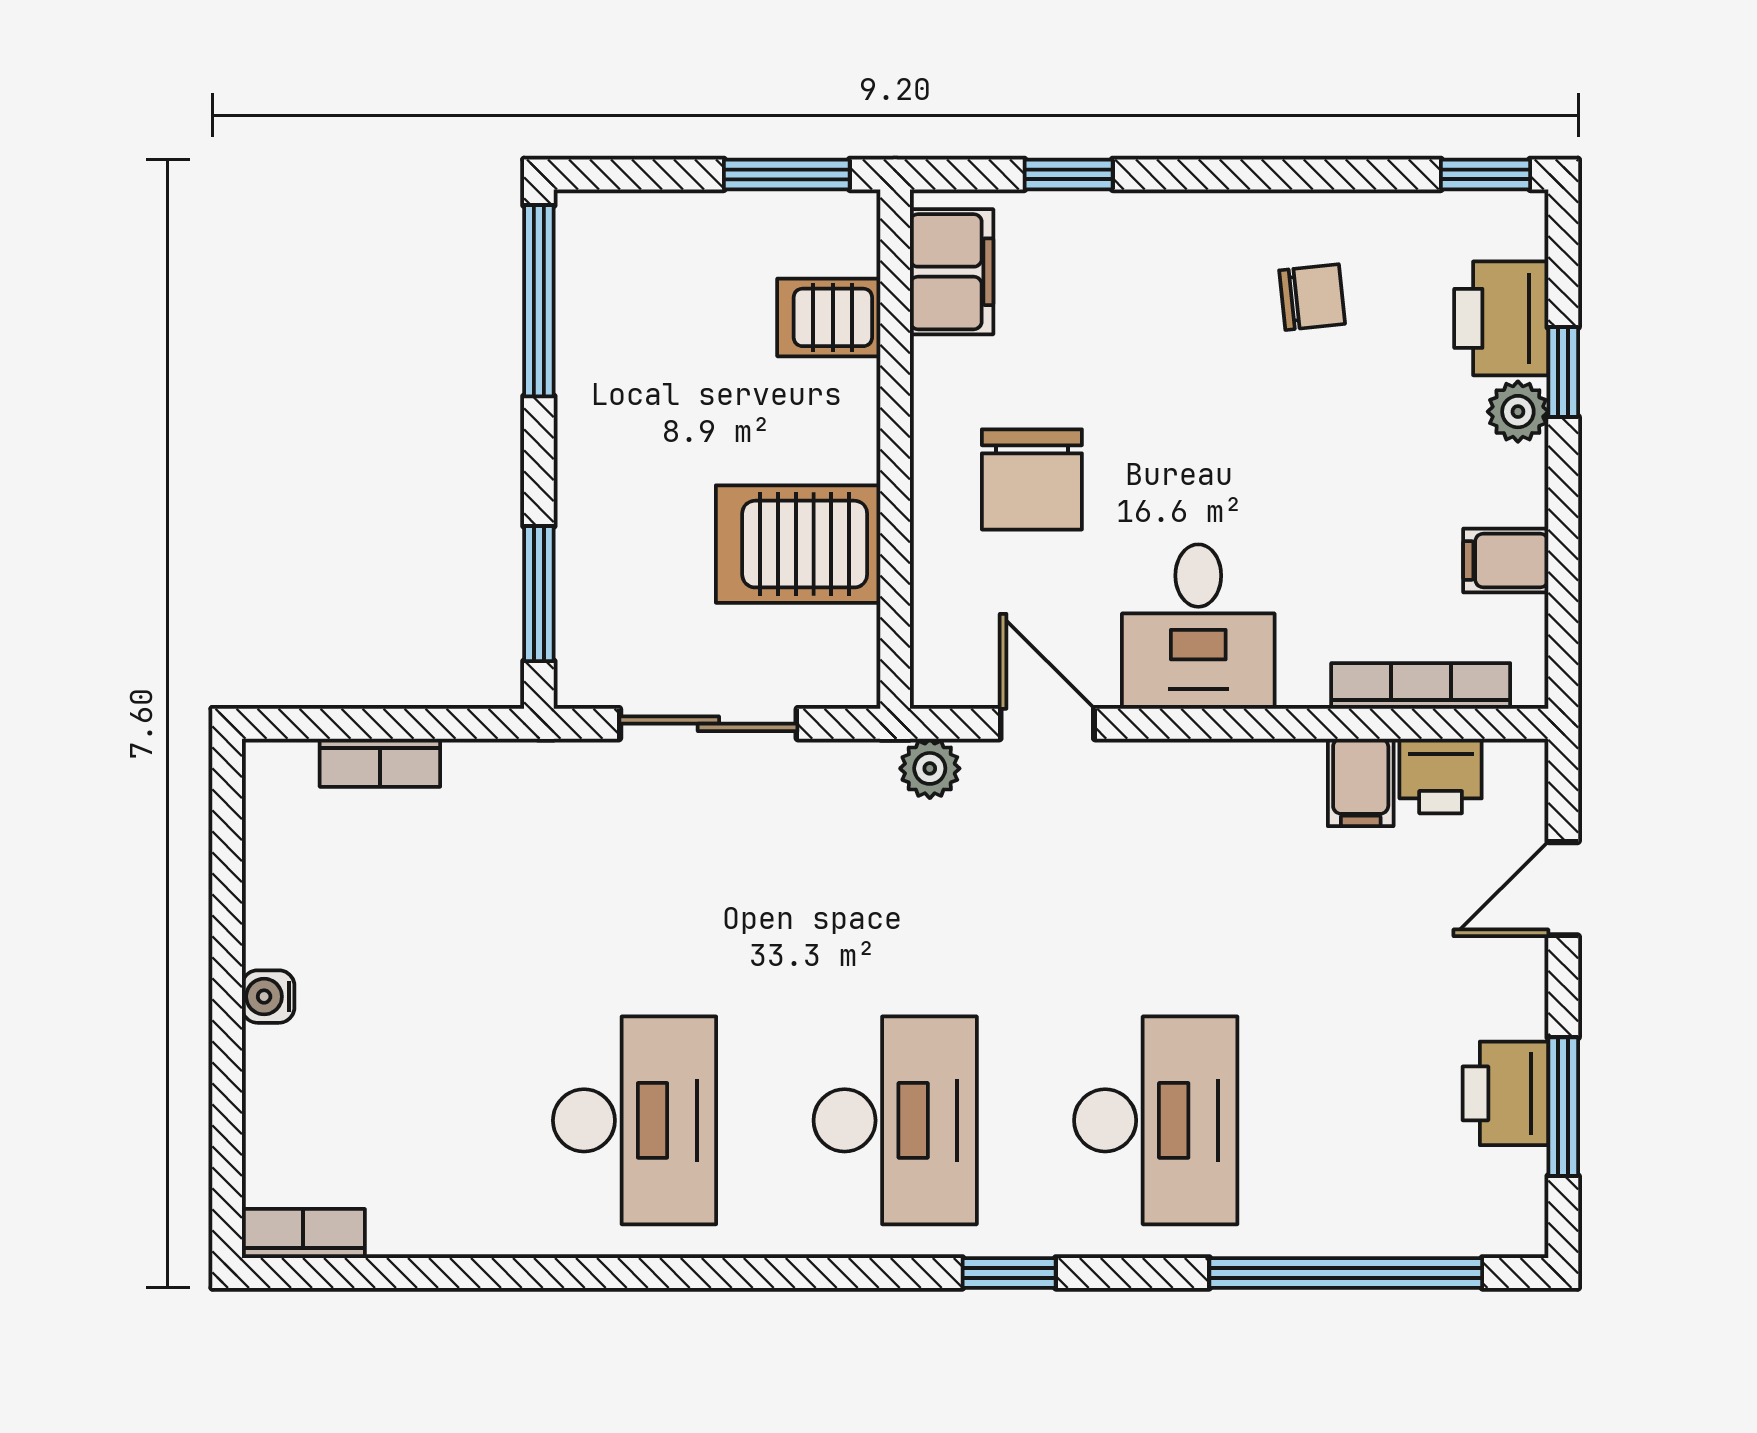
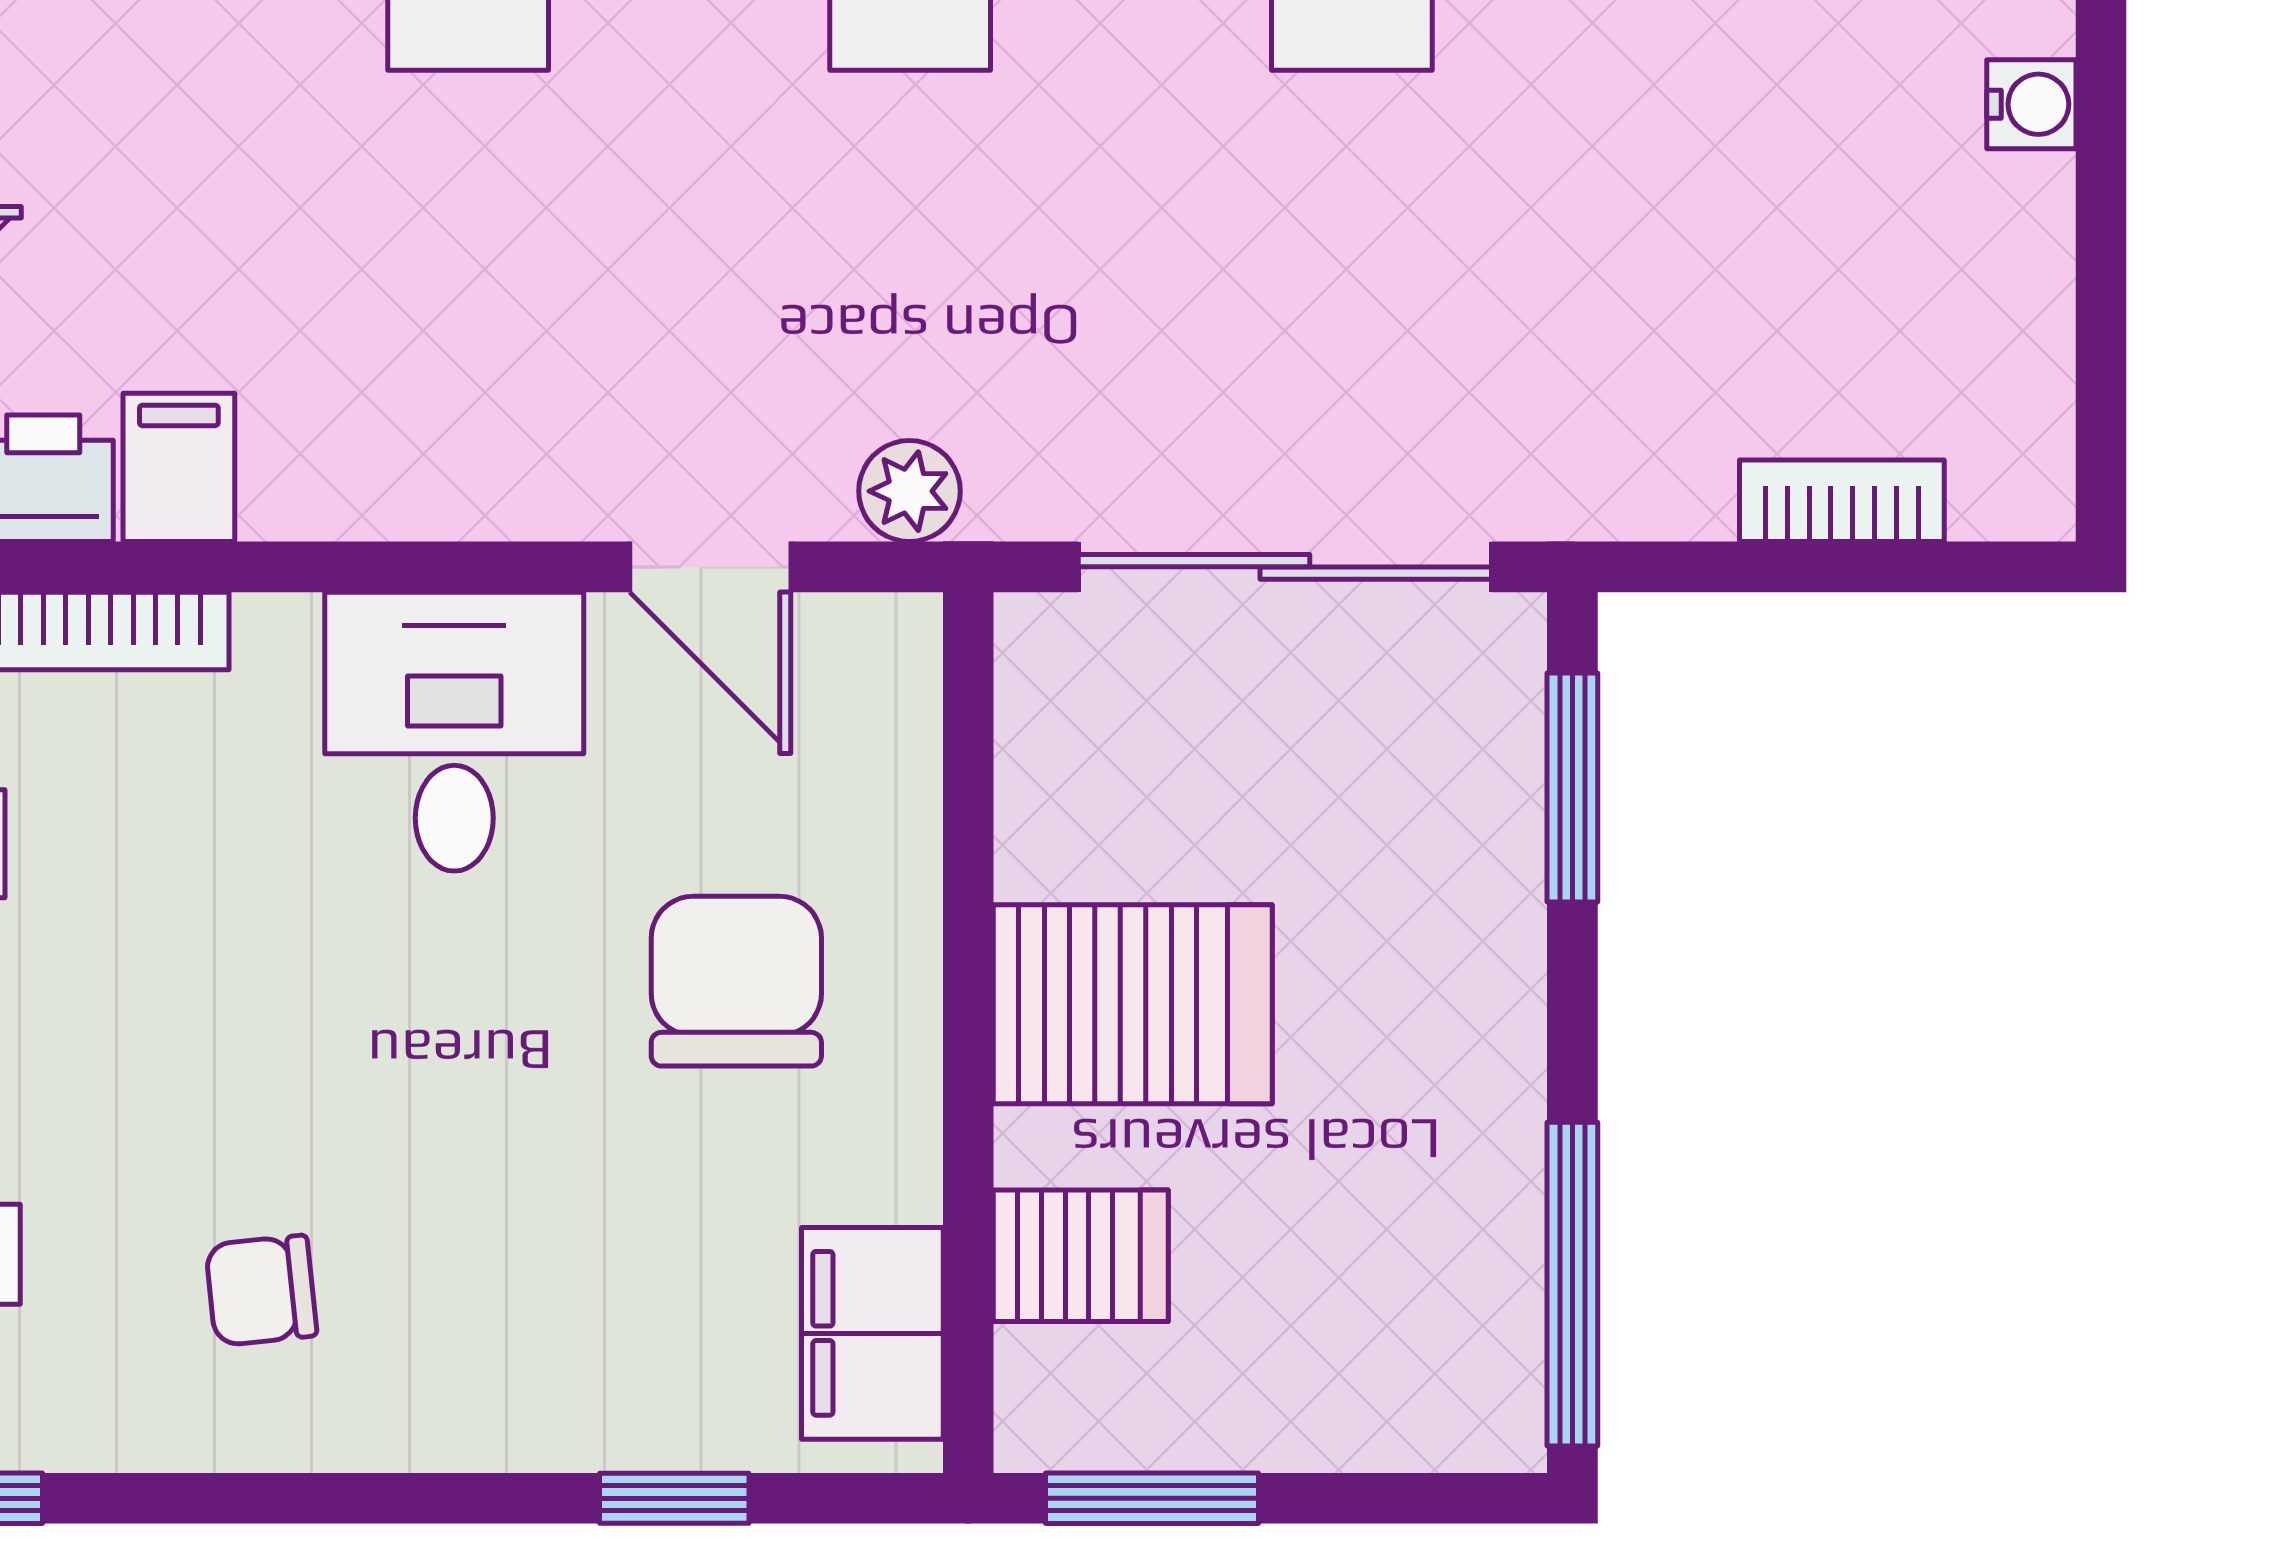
server rack: (798, 544) -> (1133, 1004), moved
sliding door: (708, 724) -> (1285, 567), width x1.37

